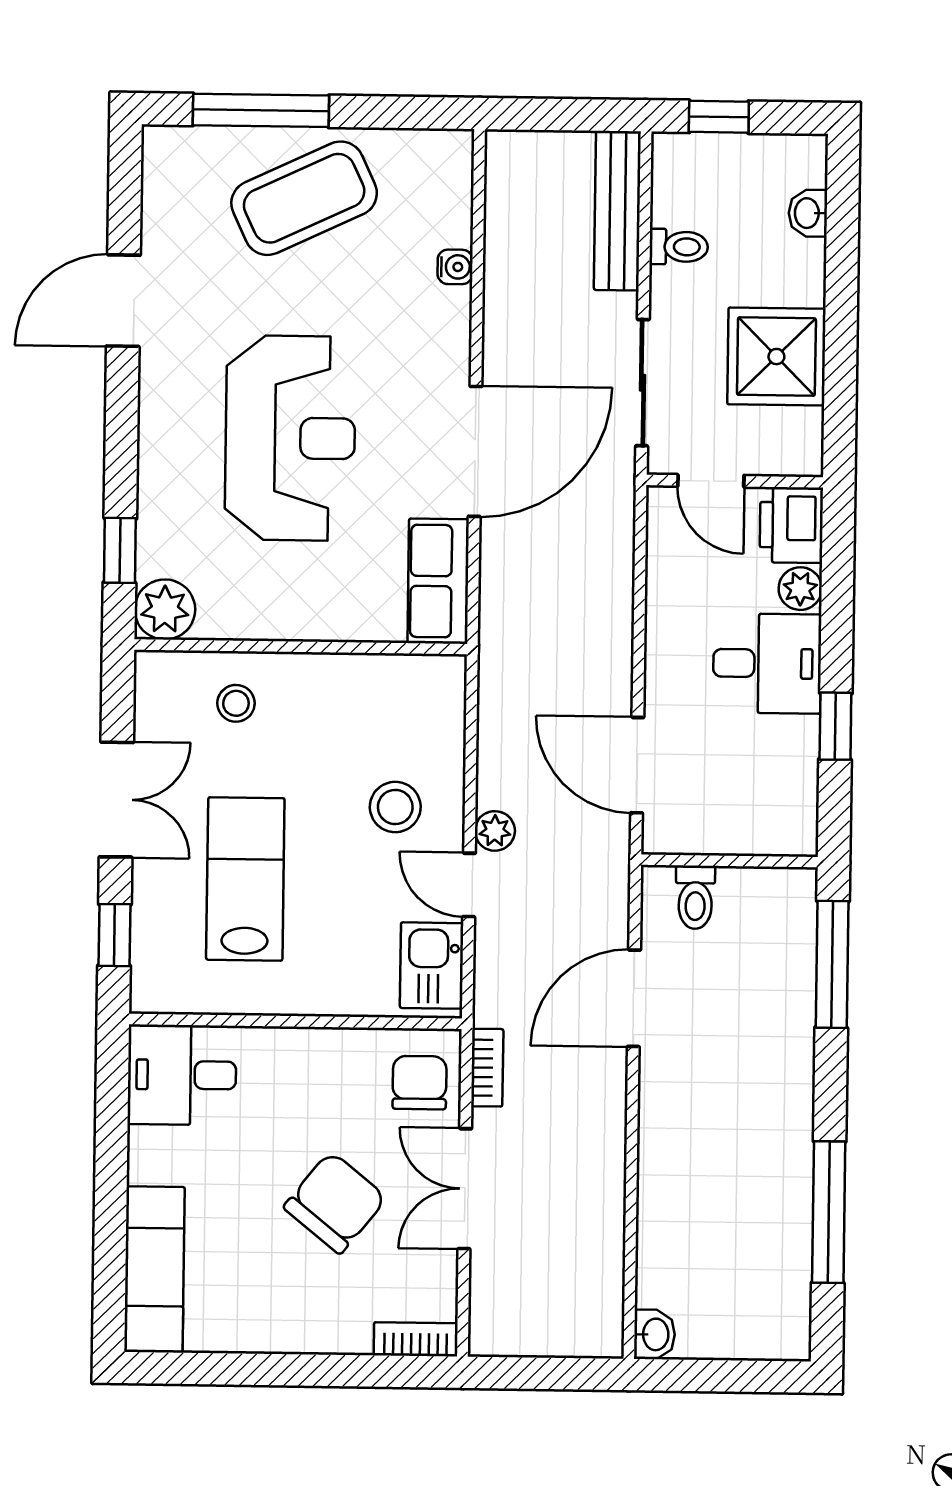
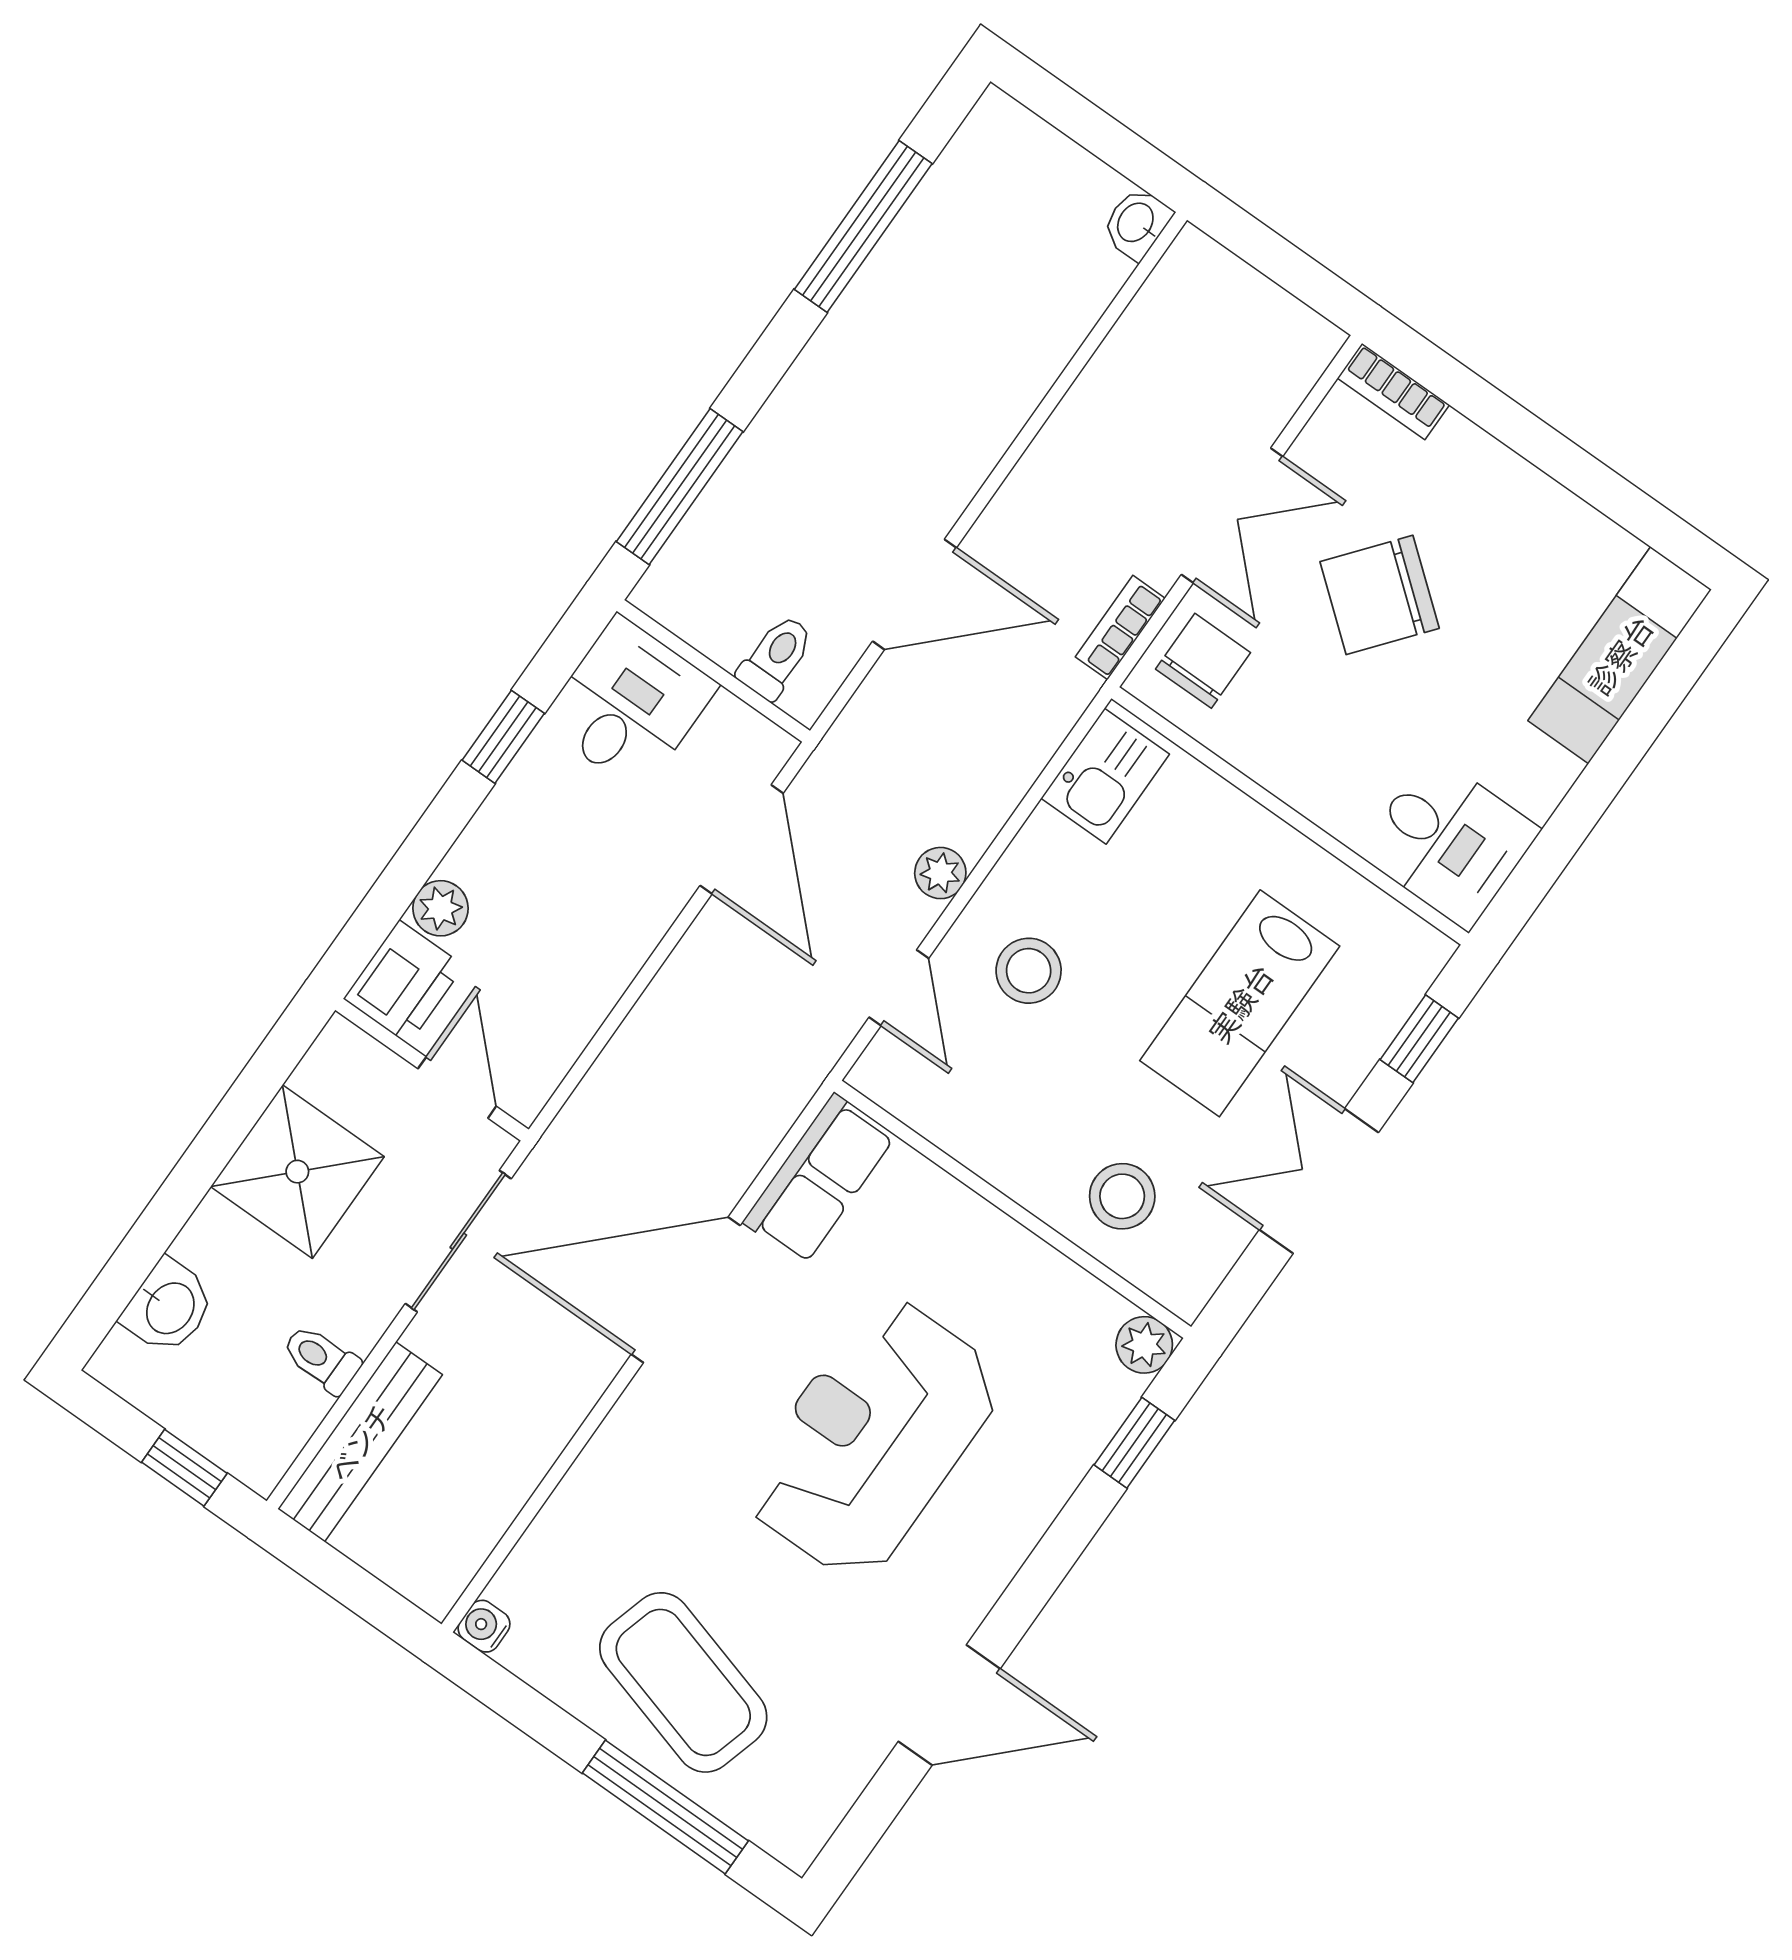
coffee table: (304, 198) -> (683, 1682), turned 41
washbasin: (808, 213) -> (169, 1307), width x1.38, depth x1.45
water cooler: (455, 267) -> (484, 1626), moved
plant: (165, 609) -> (1144, 1345), width x0.73, depth x0.73
desk: (767, 663) -> (629, 704), moved, turned 90
stool: (236, 703) -> (1122, 1196), width x1.37, depth x1.37
door: (469, 885) -> (899, 988), moved
chair: (419, 1083) -> (1203, 661), turned 180

